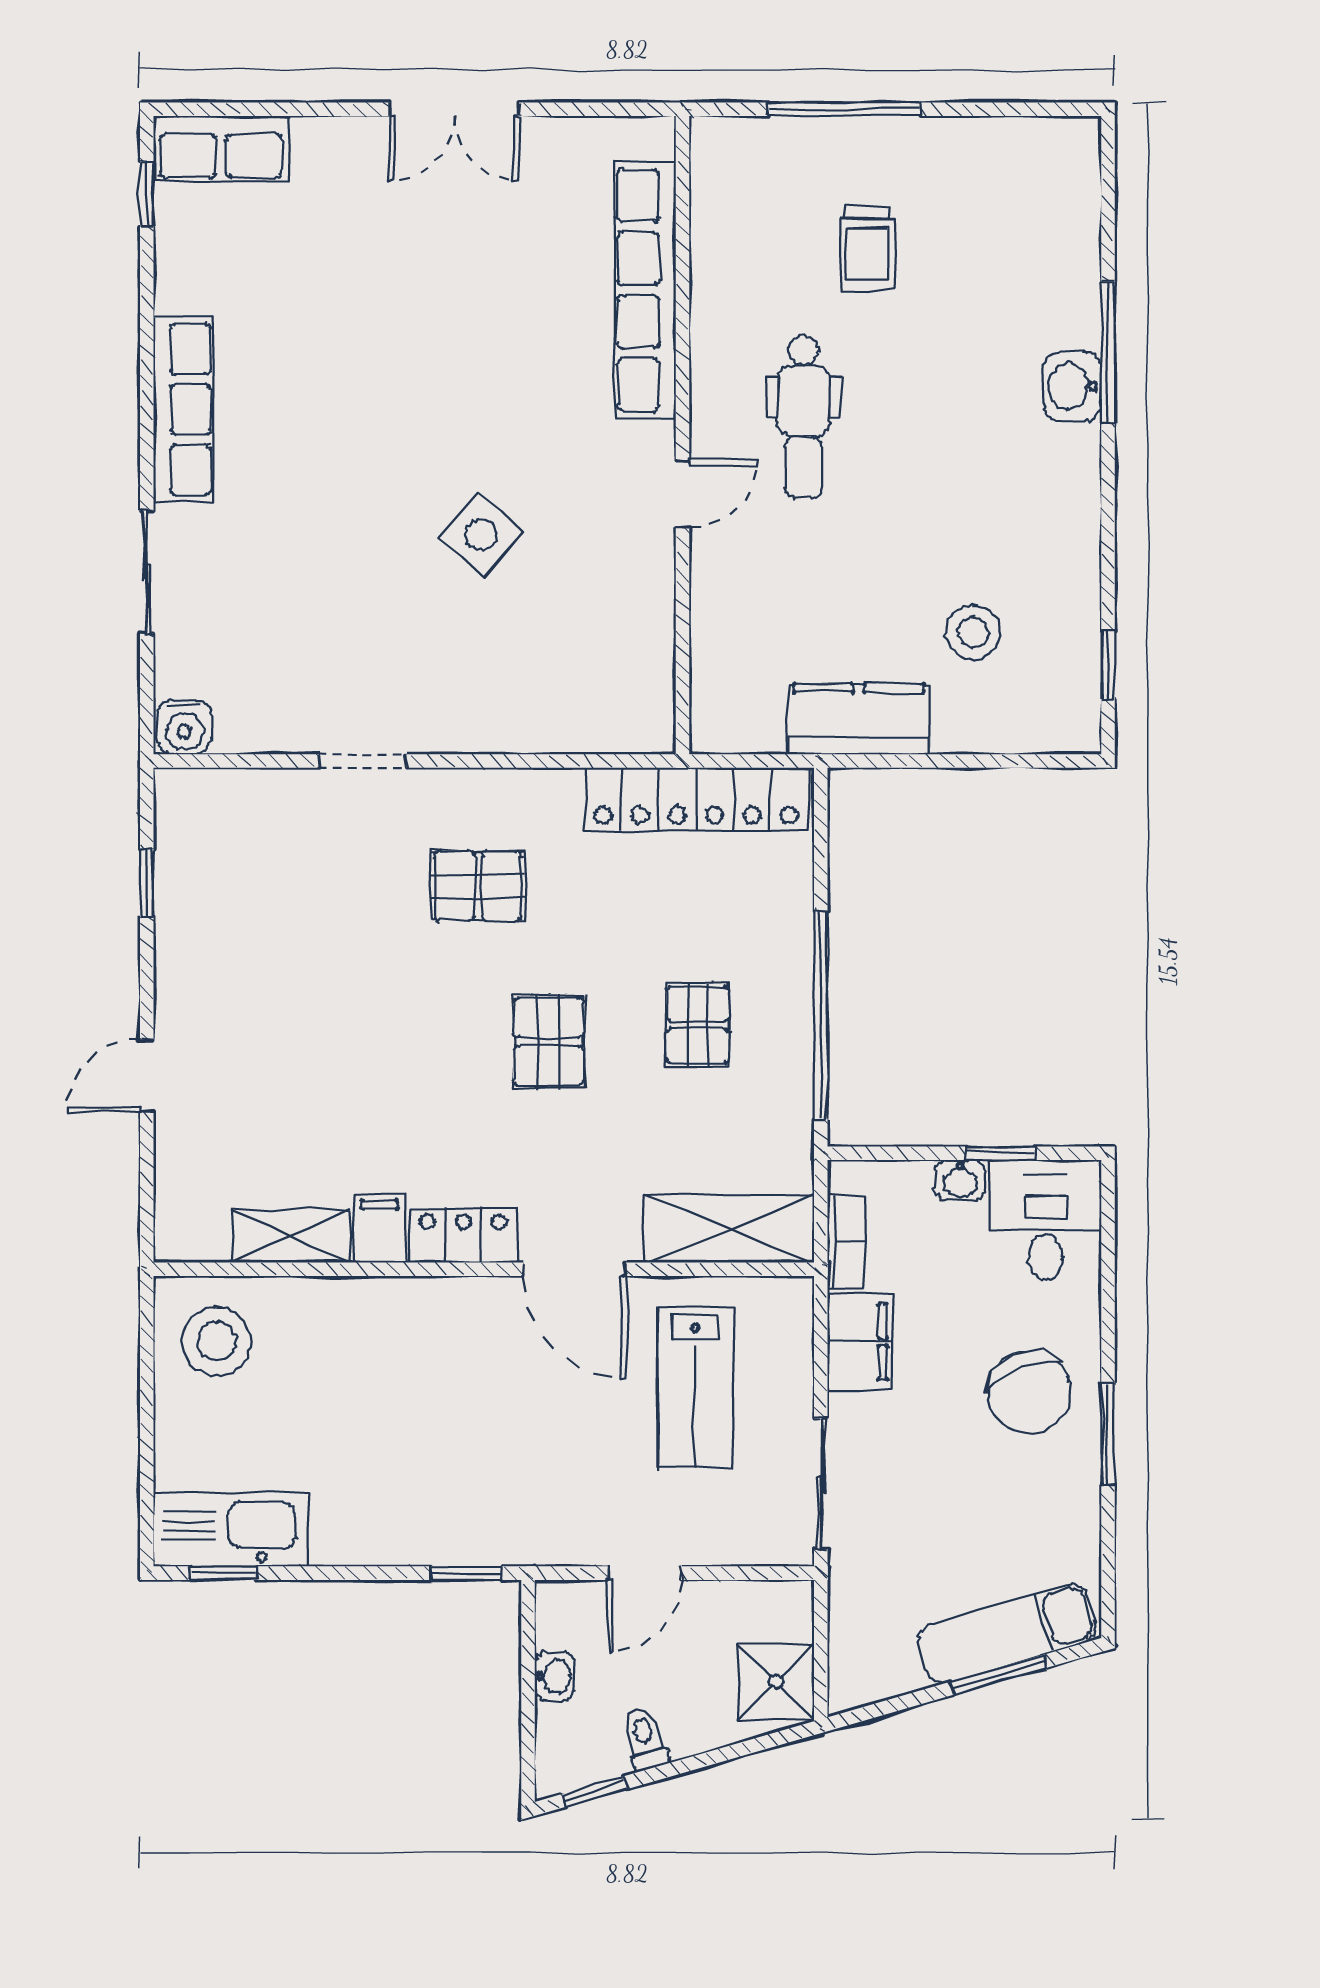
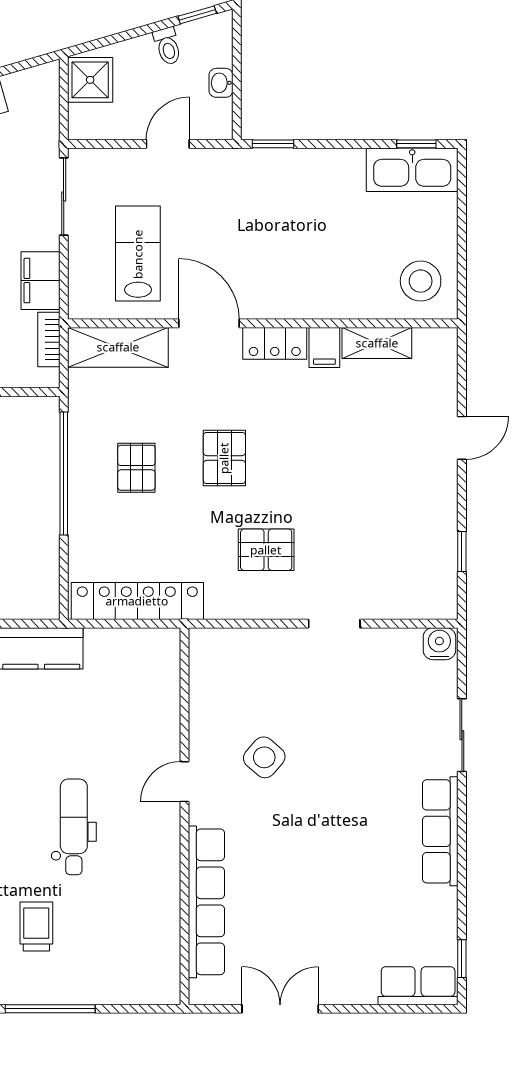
row of seats: (645, 290) -> (206, 902), moved
wall: (683, 435) -> (184, 816), moved
door: (683, 494) -> (184, 782), moved

